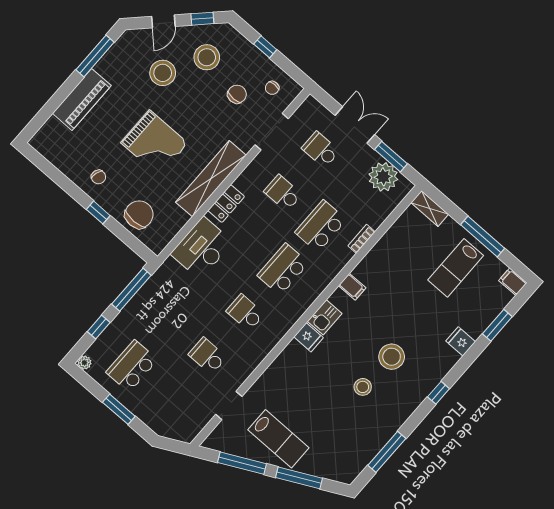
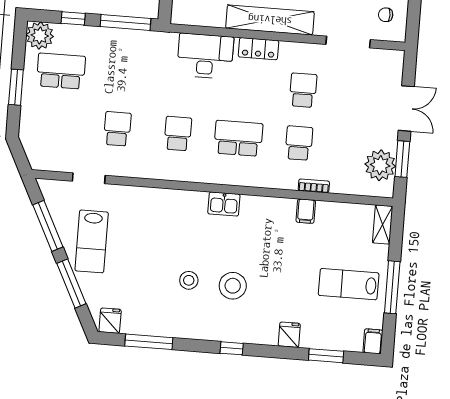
school desk: (321, 150) -> (364, 95), removed
school desk: (321, 226) -> (299, 143), width x0.54
filing cabinet: (352, 287) -> (306, 211), moved
fridge: (308, 337) -> (110, 321), moved, turned 180
plant: (84, 363) -> (40, 36), width x1.87, depth x1.87

